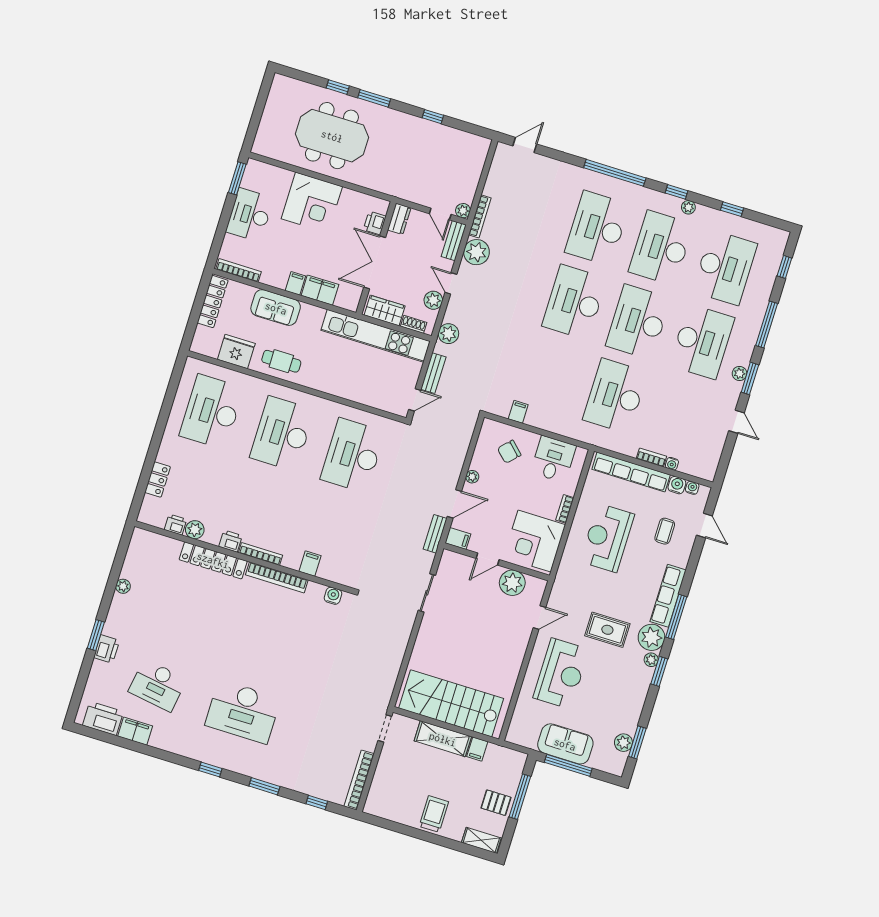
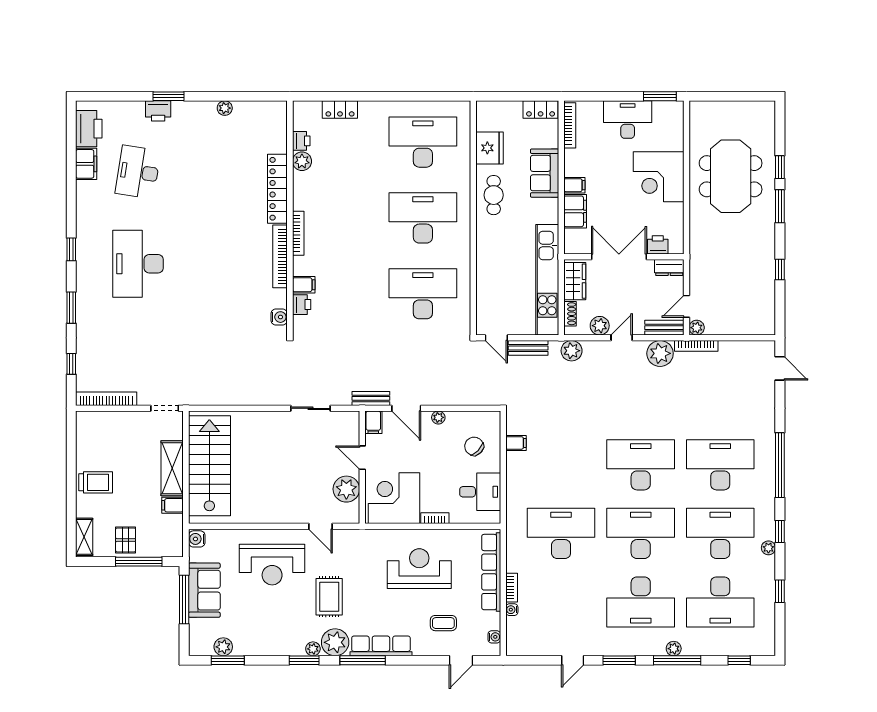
locker: (213, 302) -> (541, 109), width x0.66
plant: (740, 373) -> (674, 649), moved
water cooler: (677, 485) -> (197, 539), moved, turned 180
printer: (230, 541) -> (302, 305), moved

